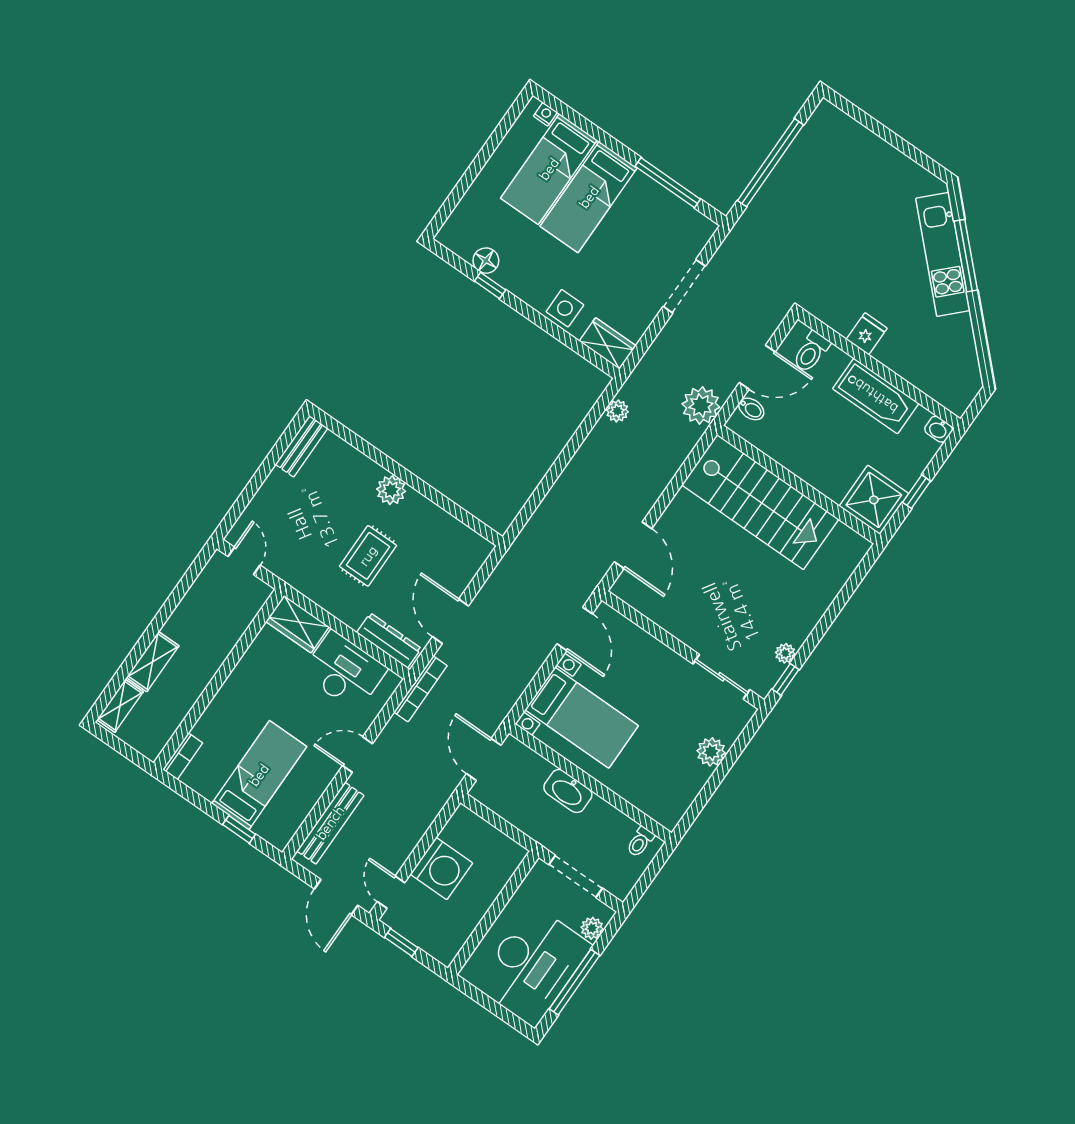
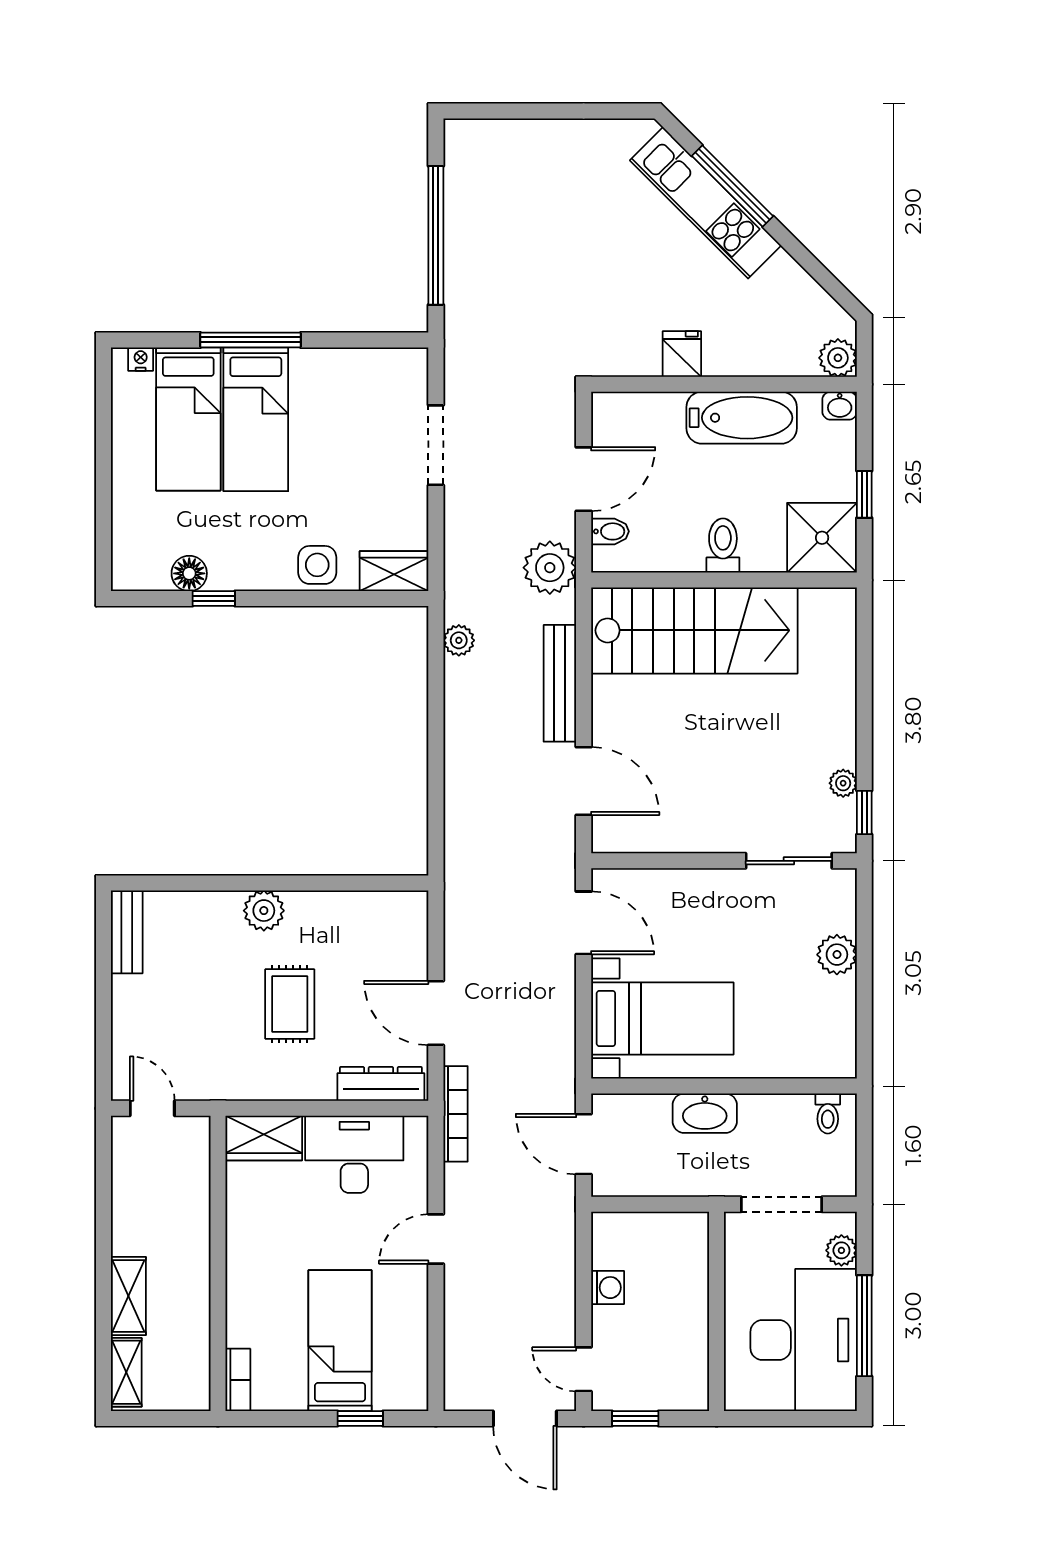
window: (668, 183) -> (250, 340), moved
toilet: (811, 352) -> (723, 545), moved, turned 180
plant: (957, 400) -> (838, 358), added
bench: (330, 823) -> (560, 683), moved
washing machine: (441, 869) -> (608, 1288), width x0.53, depth x0.53

